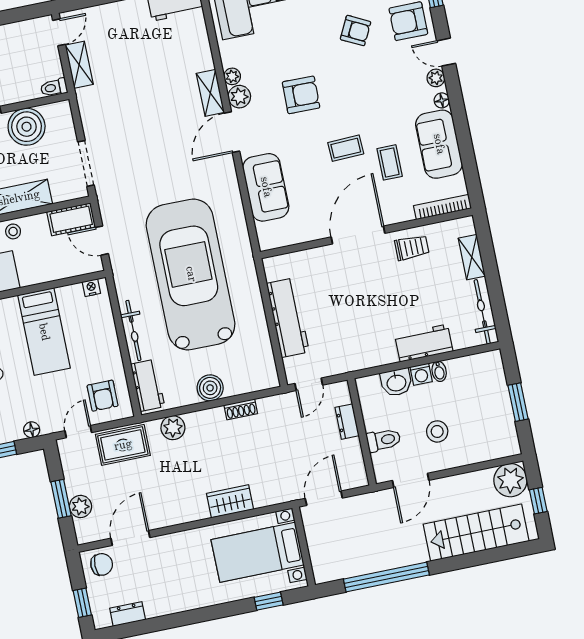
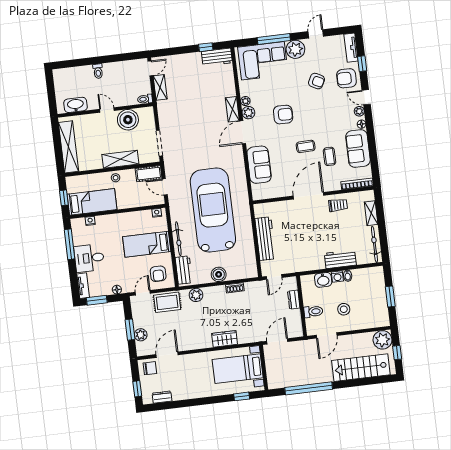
bed: (44, 332) -> (147, 244), moved, turned 90

